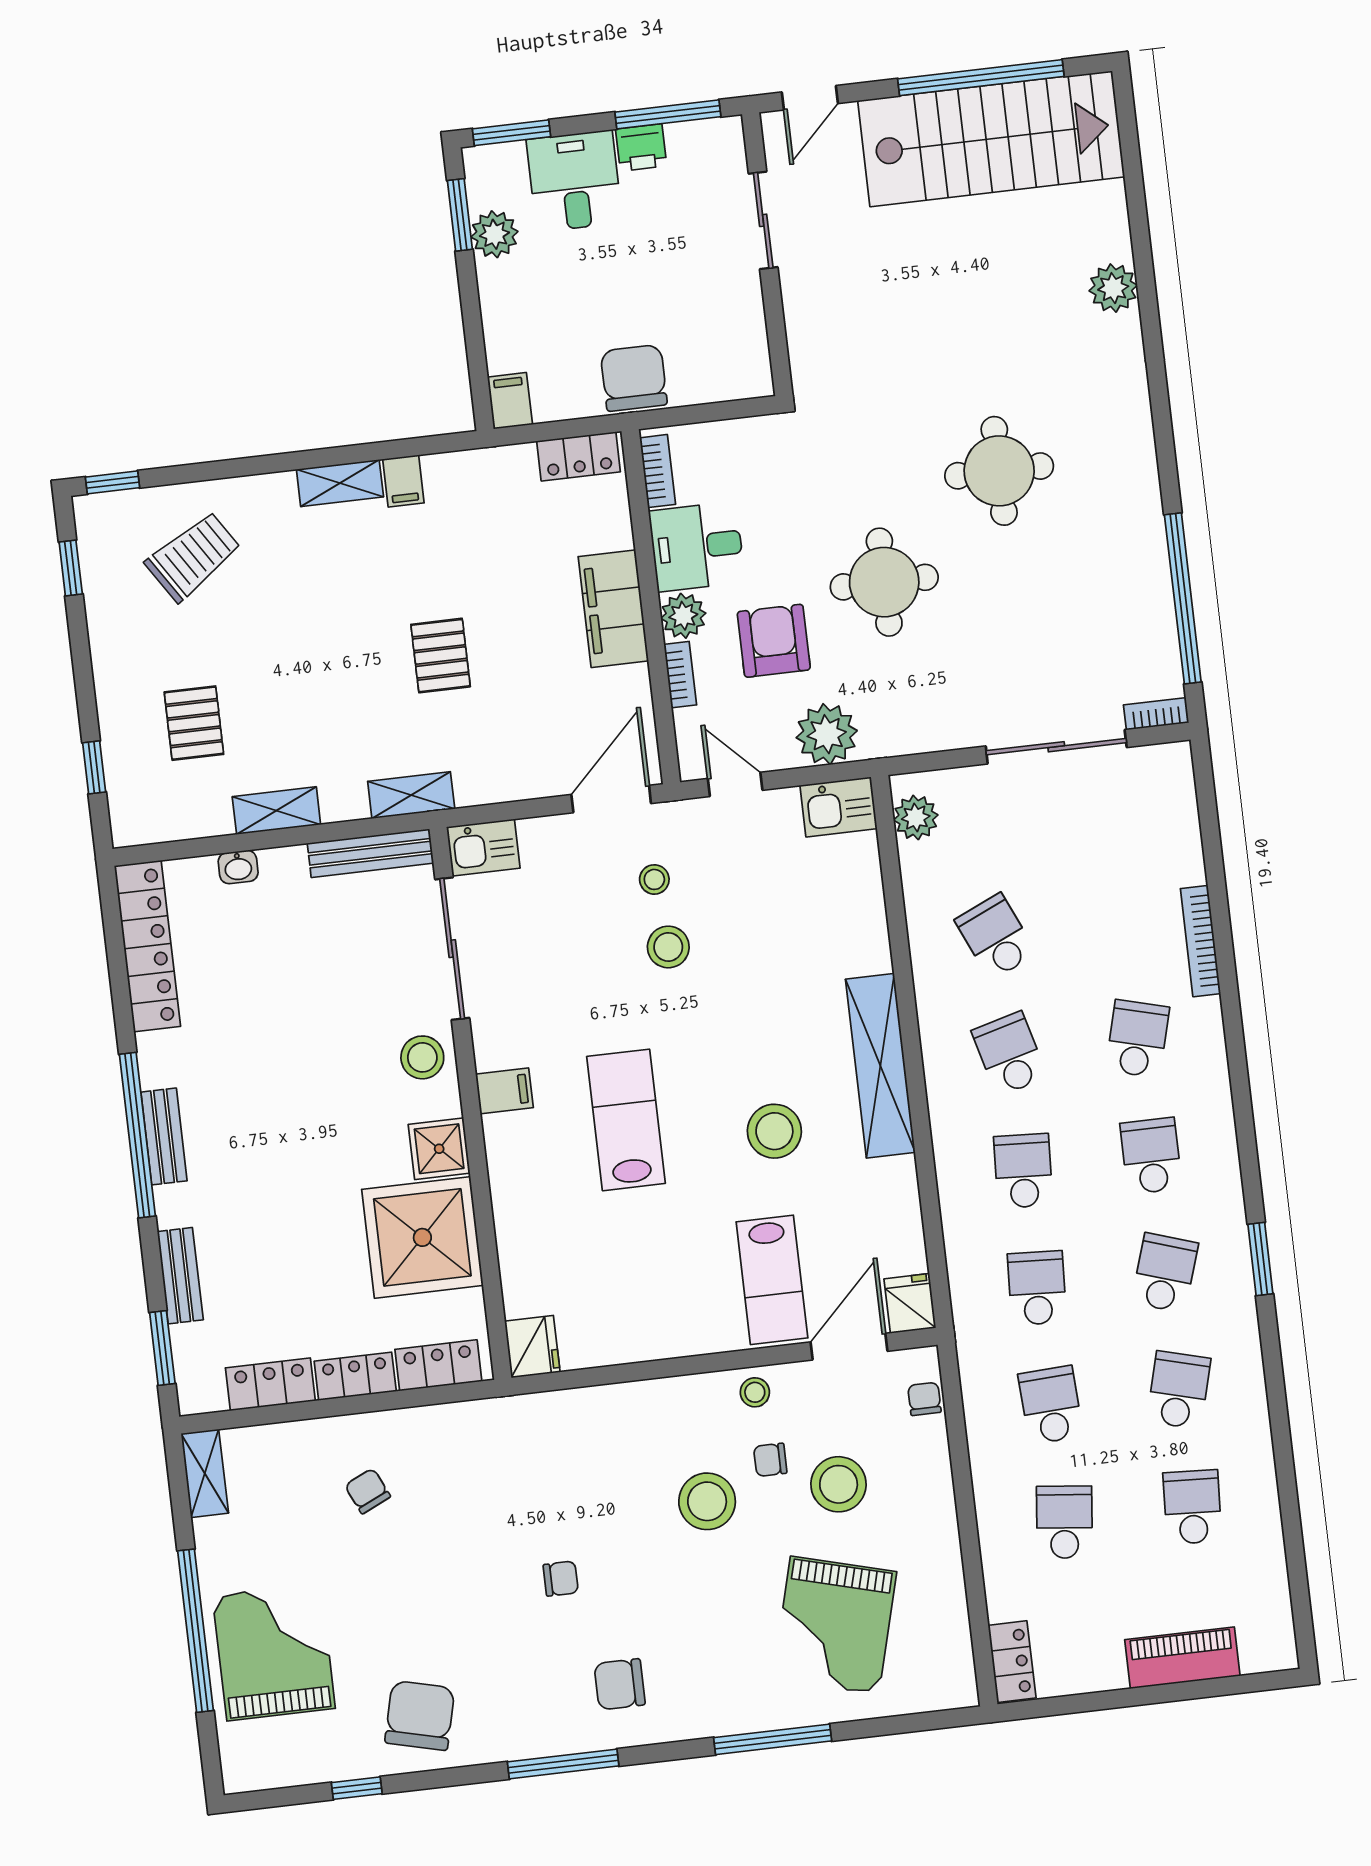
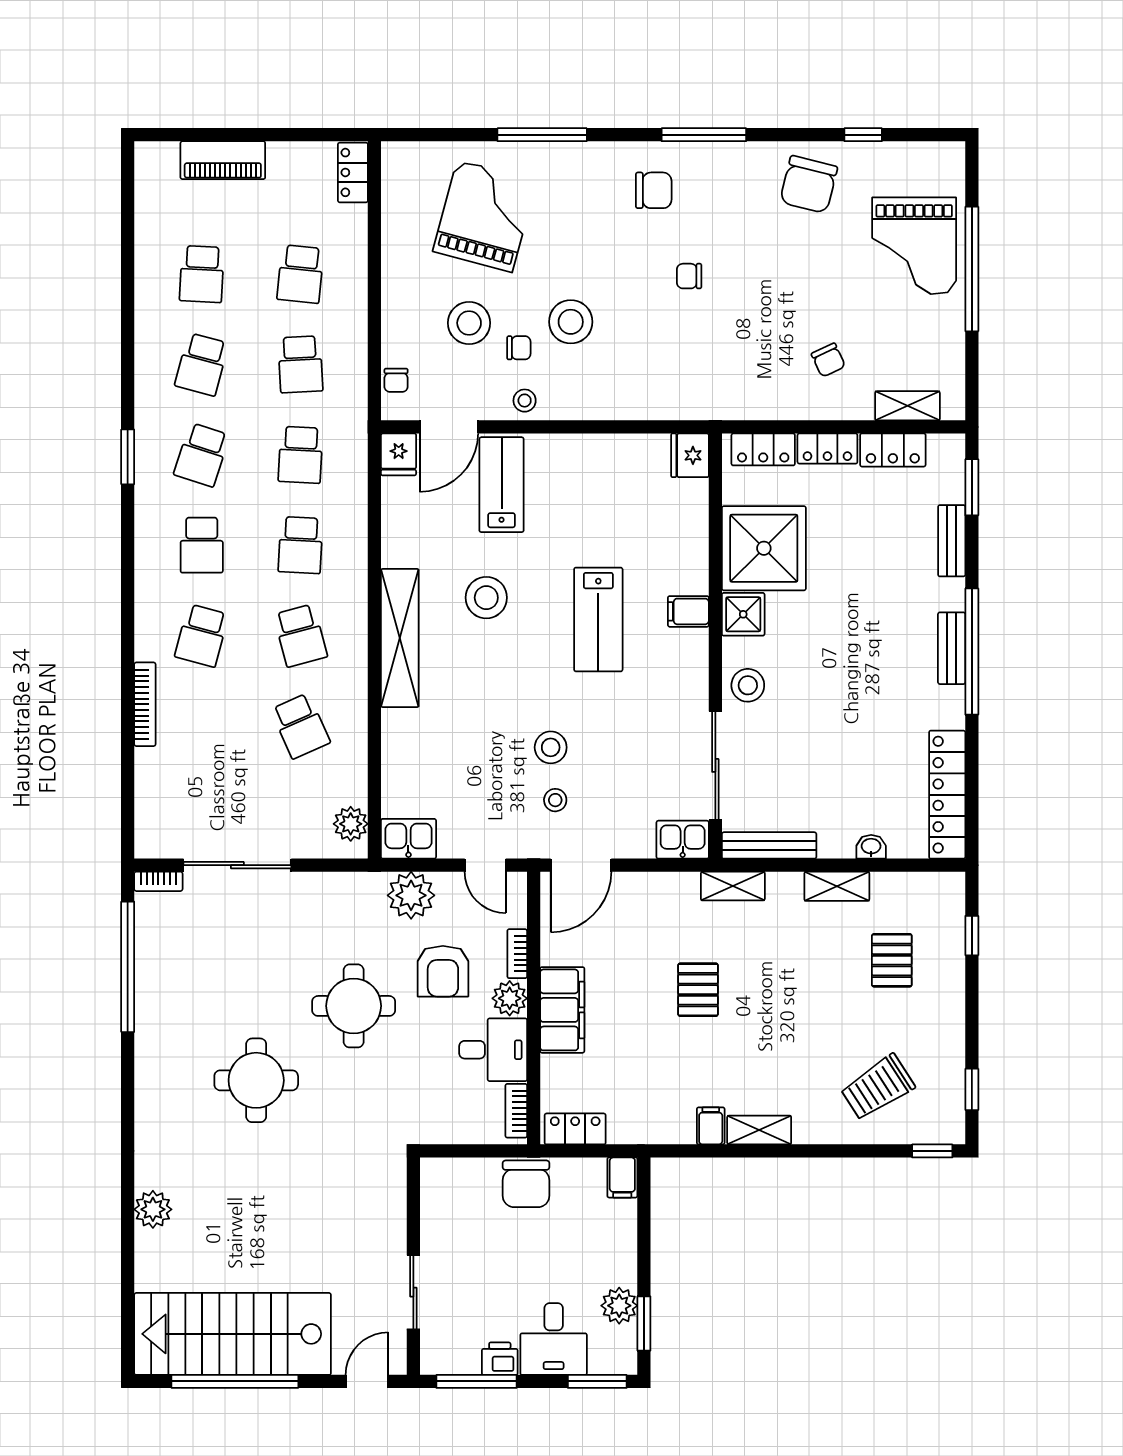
filing cabinet: (504, 1091) -> (688, 611), moved
shelving: (205, 1473) -> (907, 406), moved, turned 90

